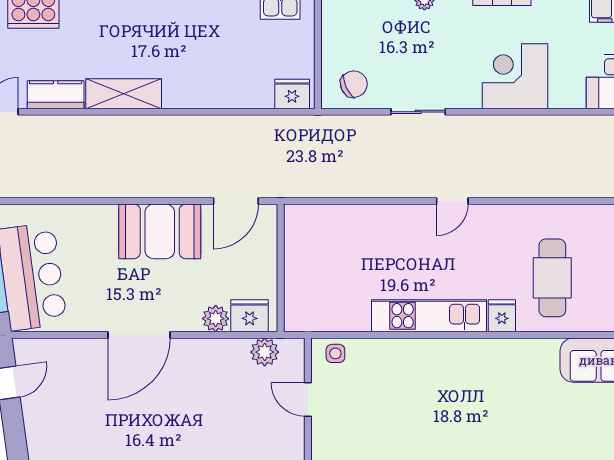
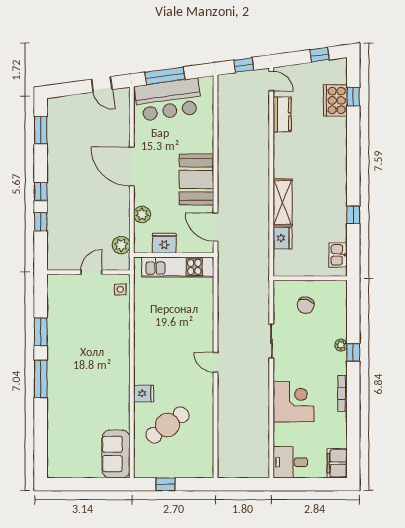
chair: (354, 84) -> (306, 305), moved, turned 41
shelving: (124, 94) -> (283, 202), moved
fridge: (292, 94) -> (283, 238), moved
cafe table: (552, 278) -> (167, 425), turned -37
fridge: (250, 316) -> (164, 243), moved, turned -90
kitchen unit: (429, 316) -> (178, 267), moved, turned 90

